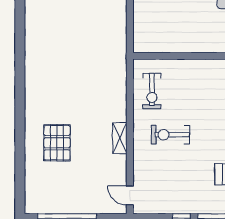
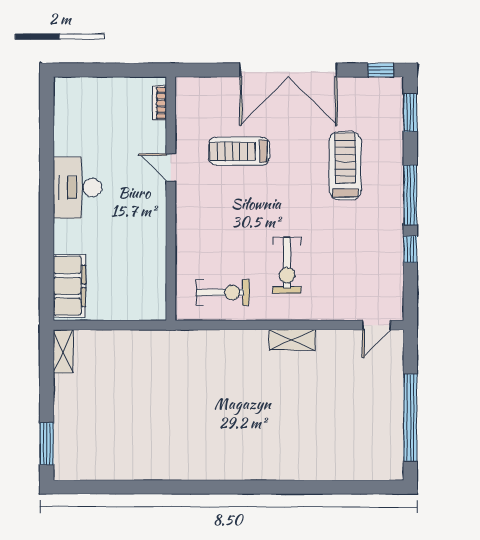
pallet: (57, 143) -> (299, 432), removed

